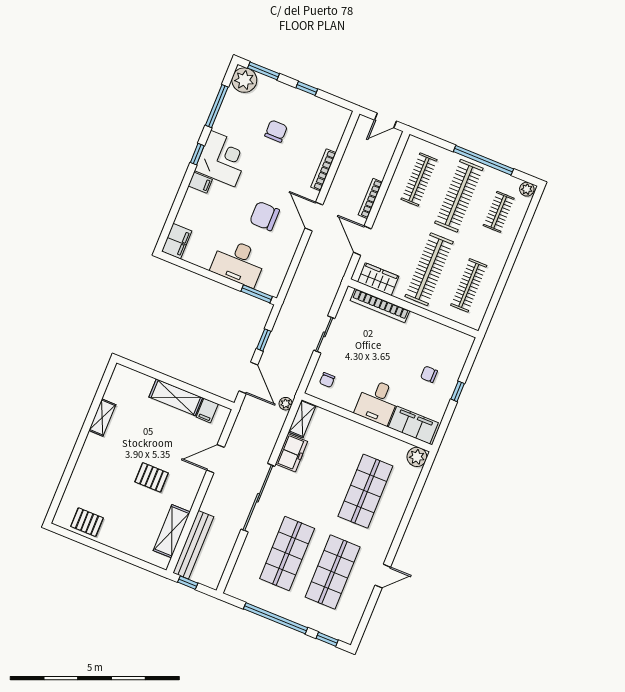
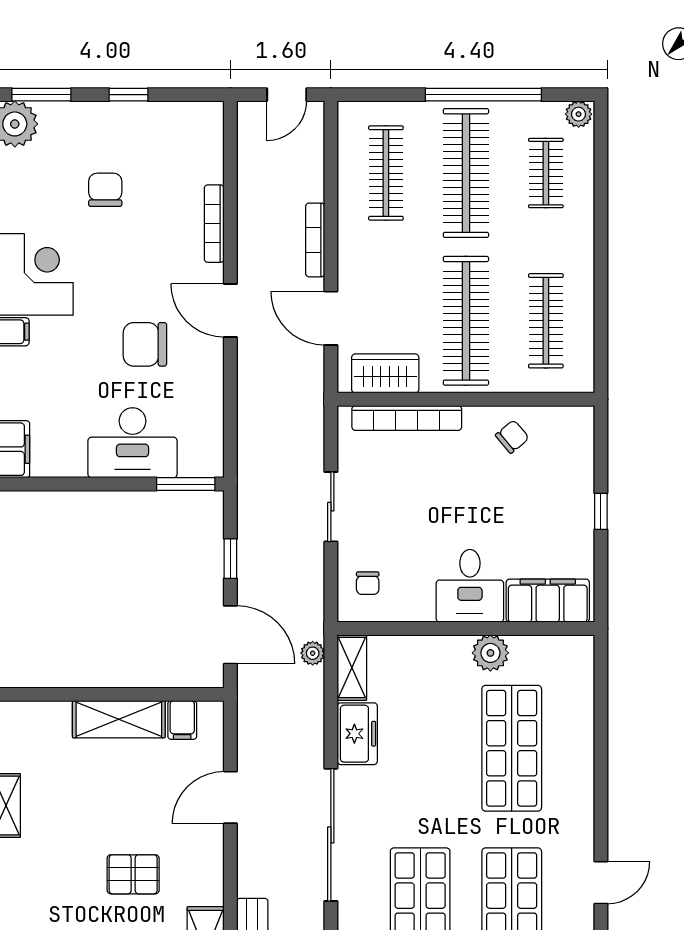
chair: (429, 374) -> (512, 437), moved, turned 140
plant: (417, 457) -> (490, 653), moved

